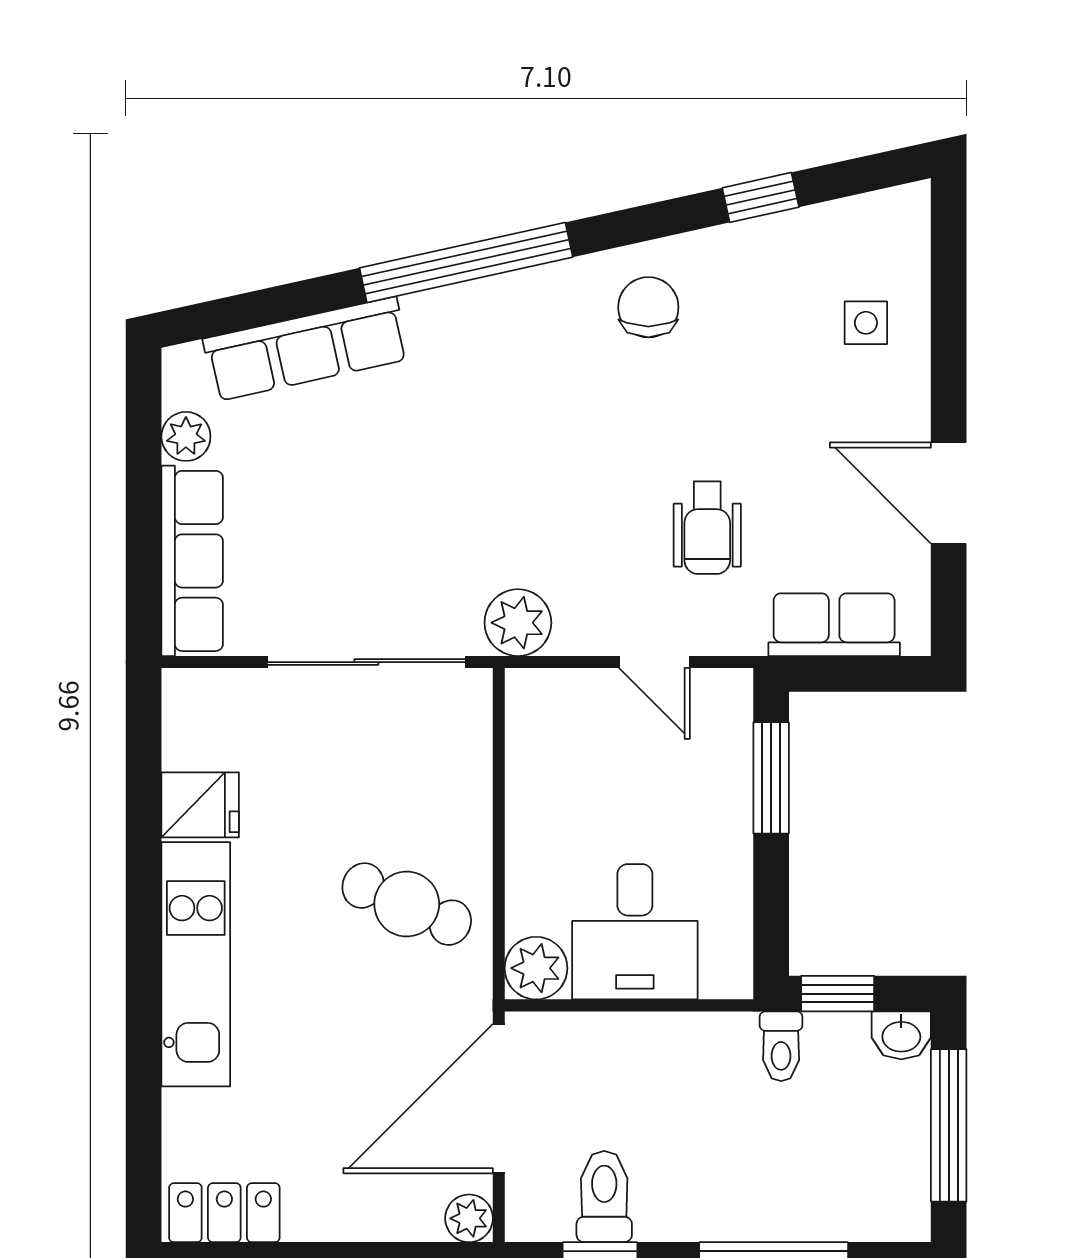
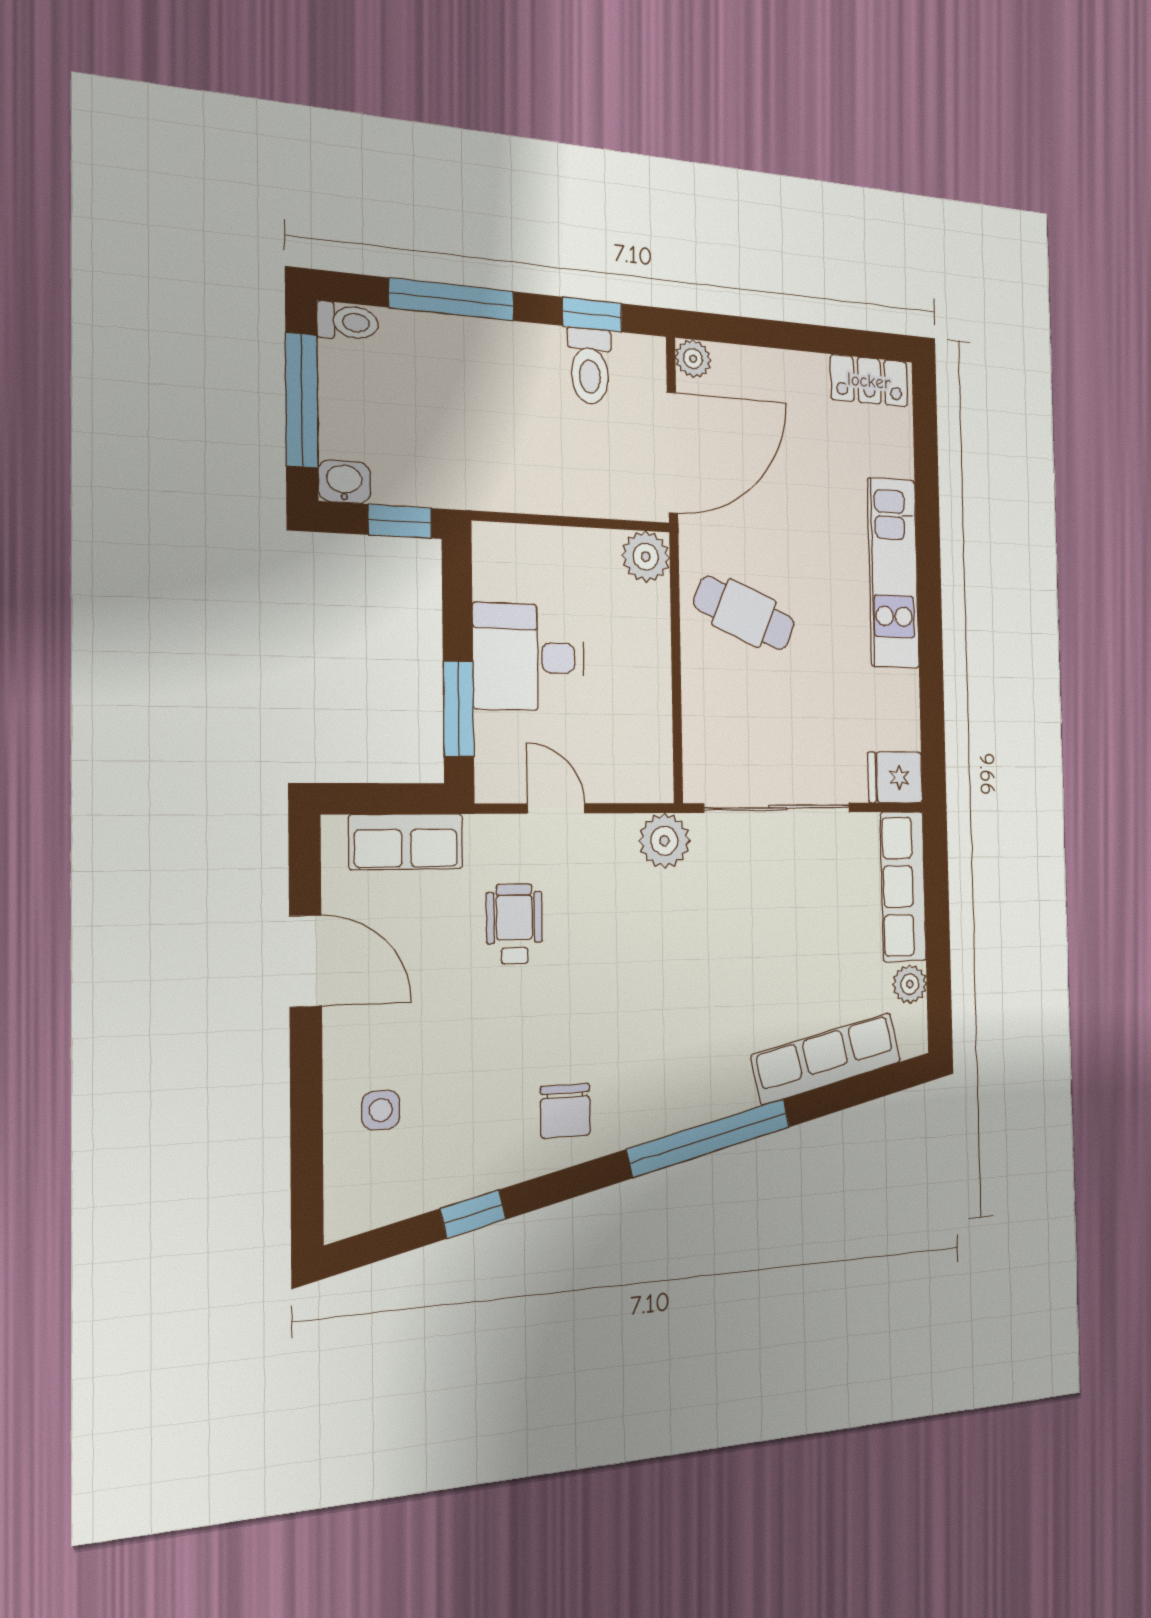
fridge: (200, 805) -> (895, 777), moved
desk: (635, 932) -> (529, 657), moved, turned -90
toilet: (781, 1046) -> (348, 322), moved, turned 90

